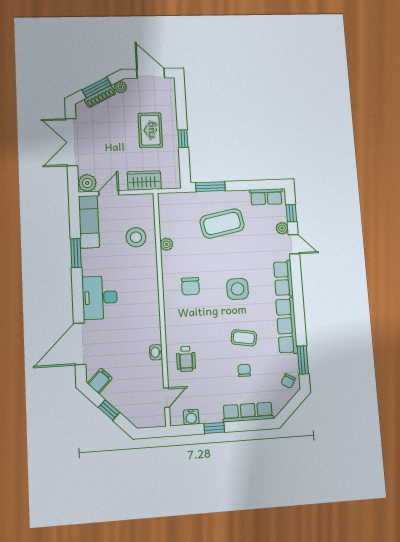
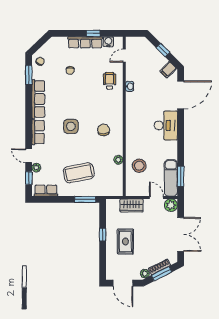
door: (109, 193) -> (156, 197), swing flipped
window: (76, 253) -> (181, 176), moved
coffee table: (244, 338) -> (69, 93), removed
row of seats: (248, 412) -> (85, 42), moved

